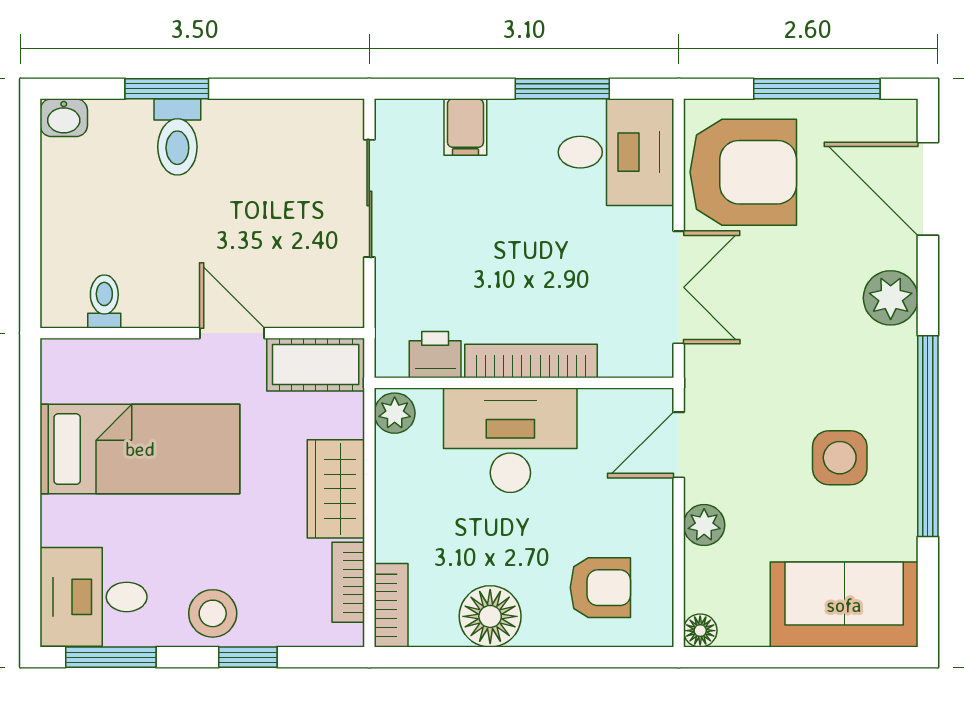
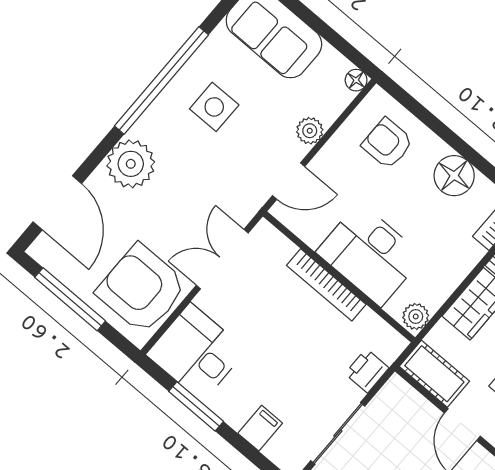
plant: (891, 298) -> (131, 164), width x1.36, depth x1.36
printer: (435, 355) -> (367, 371), moved, turned 90

